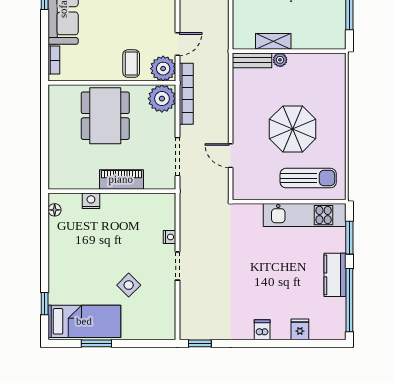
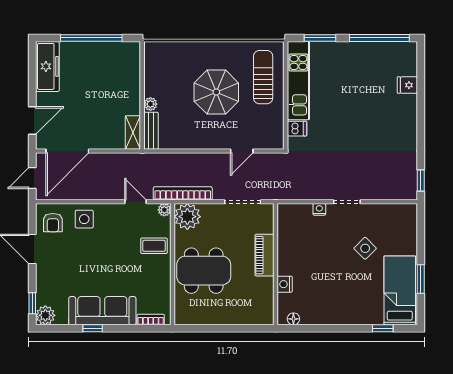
shelving: (273, 41) -> (133, 133), moved
plant: (163, 69) -> (164, 210), width x0.53, depth x0.53
kitchen counter: (335, 275) -> (355, 52), removed
dishwasher: (262, 330) -> (297, 129), moved, turned 180

